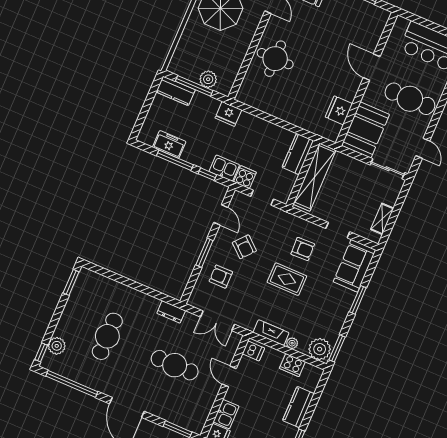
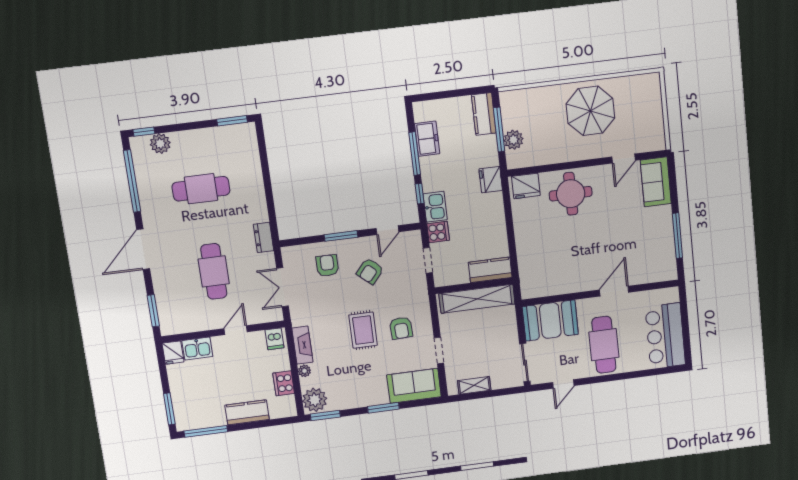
fridge: (339, 110) -> (526, 186), moved, turned 180

